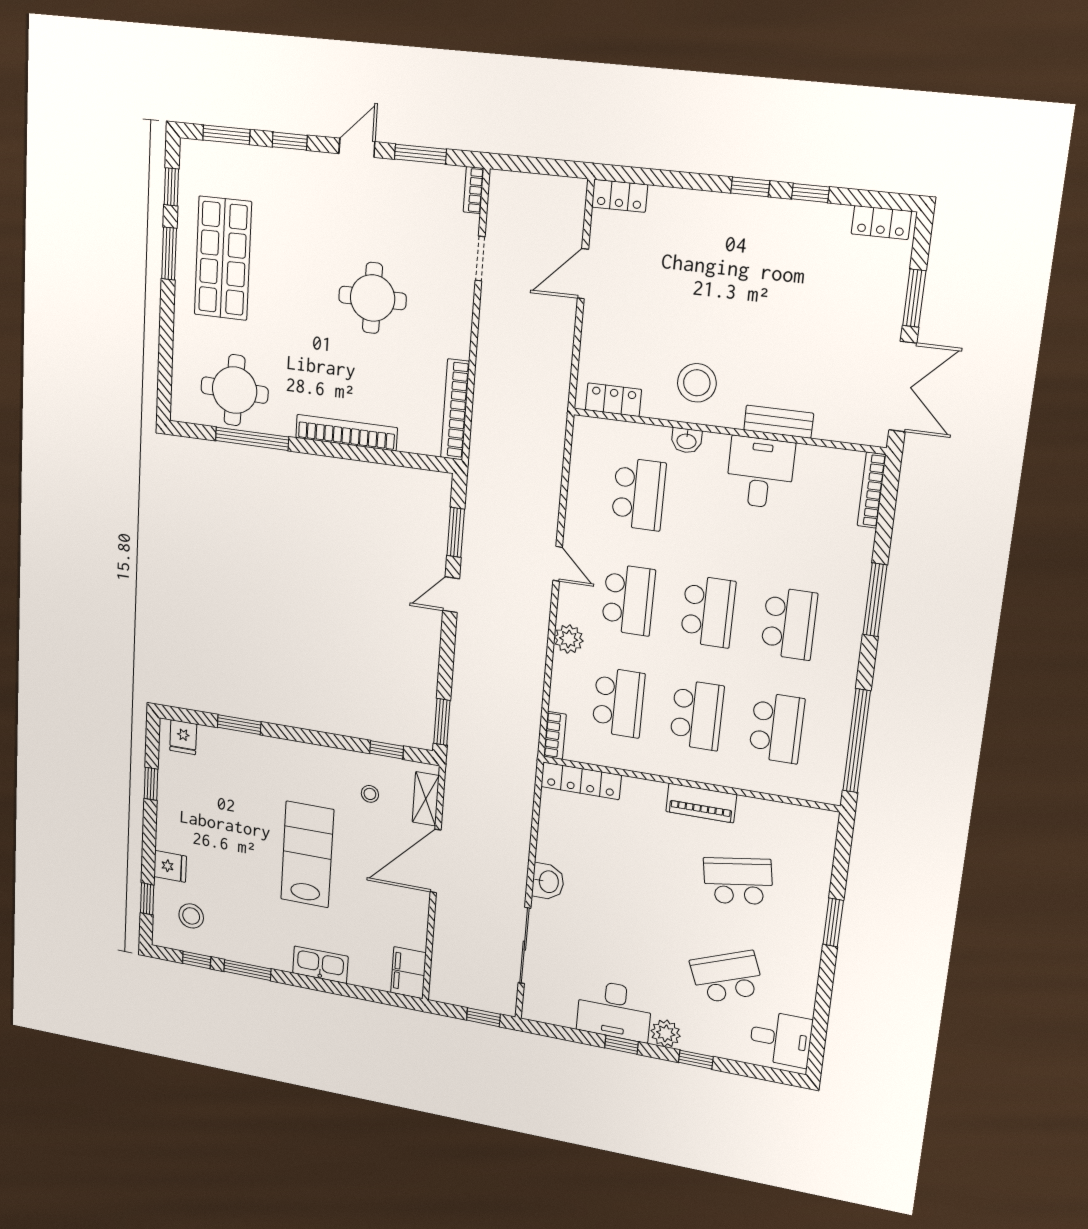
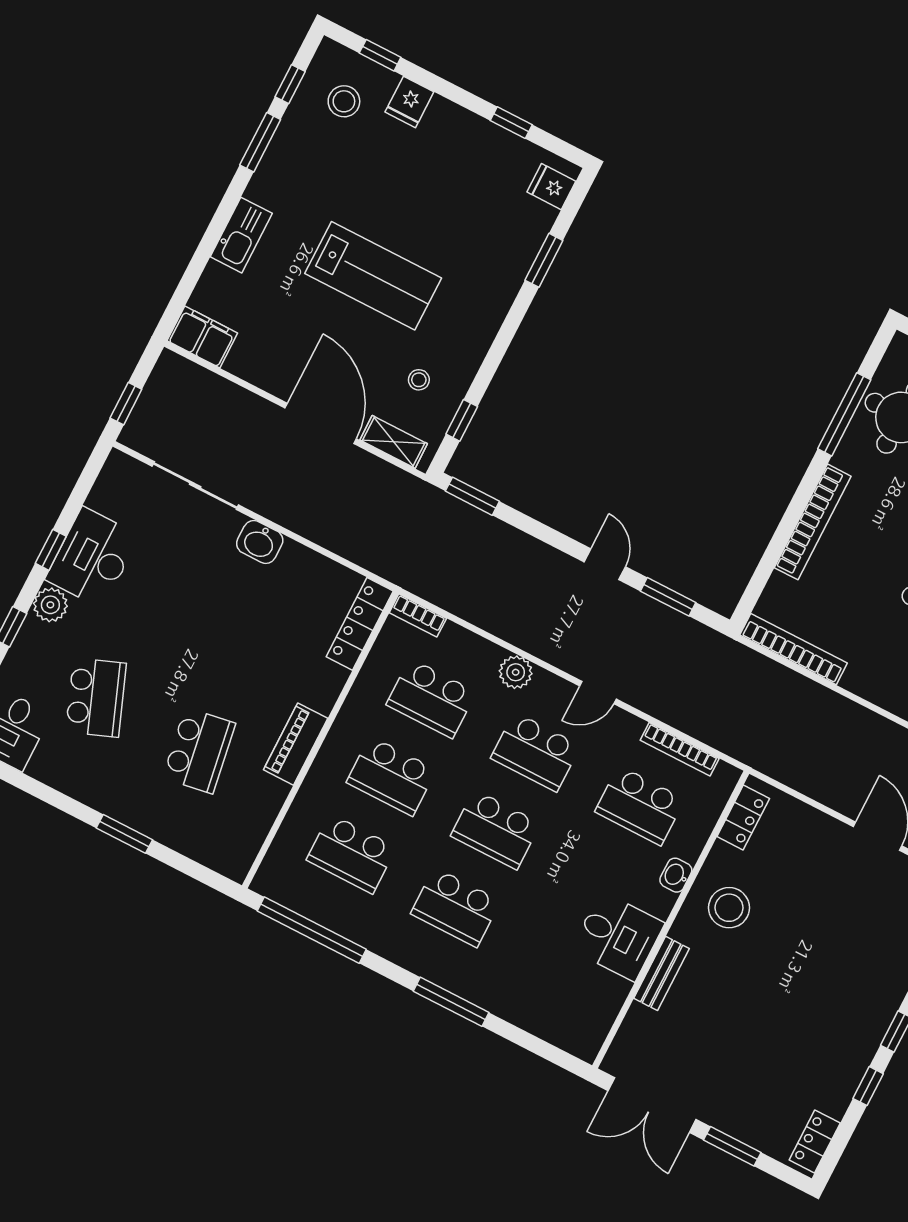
bookcase: (872, 490) -> (680, 749), moved, turned 180

